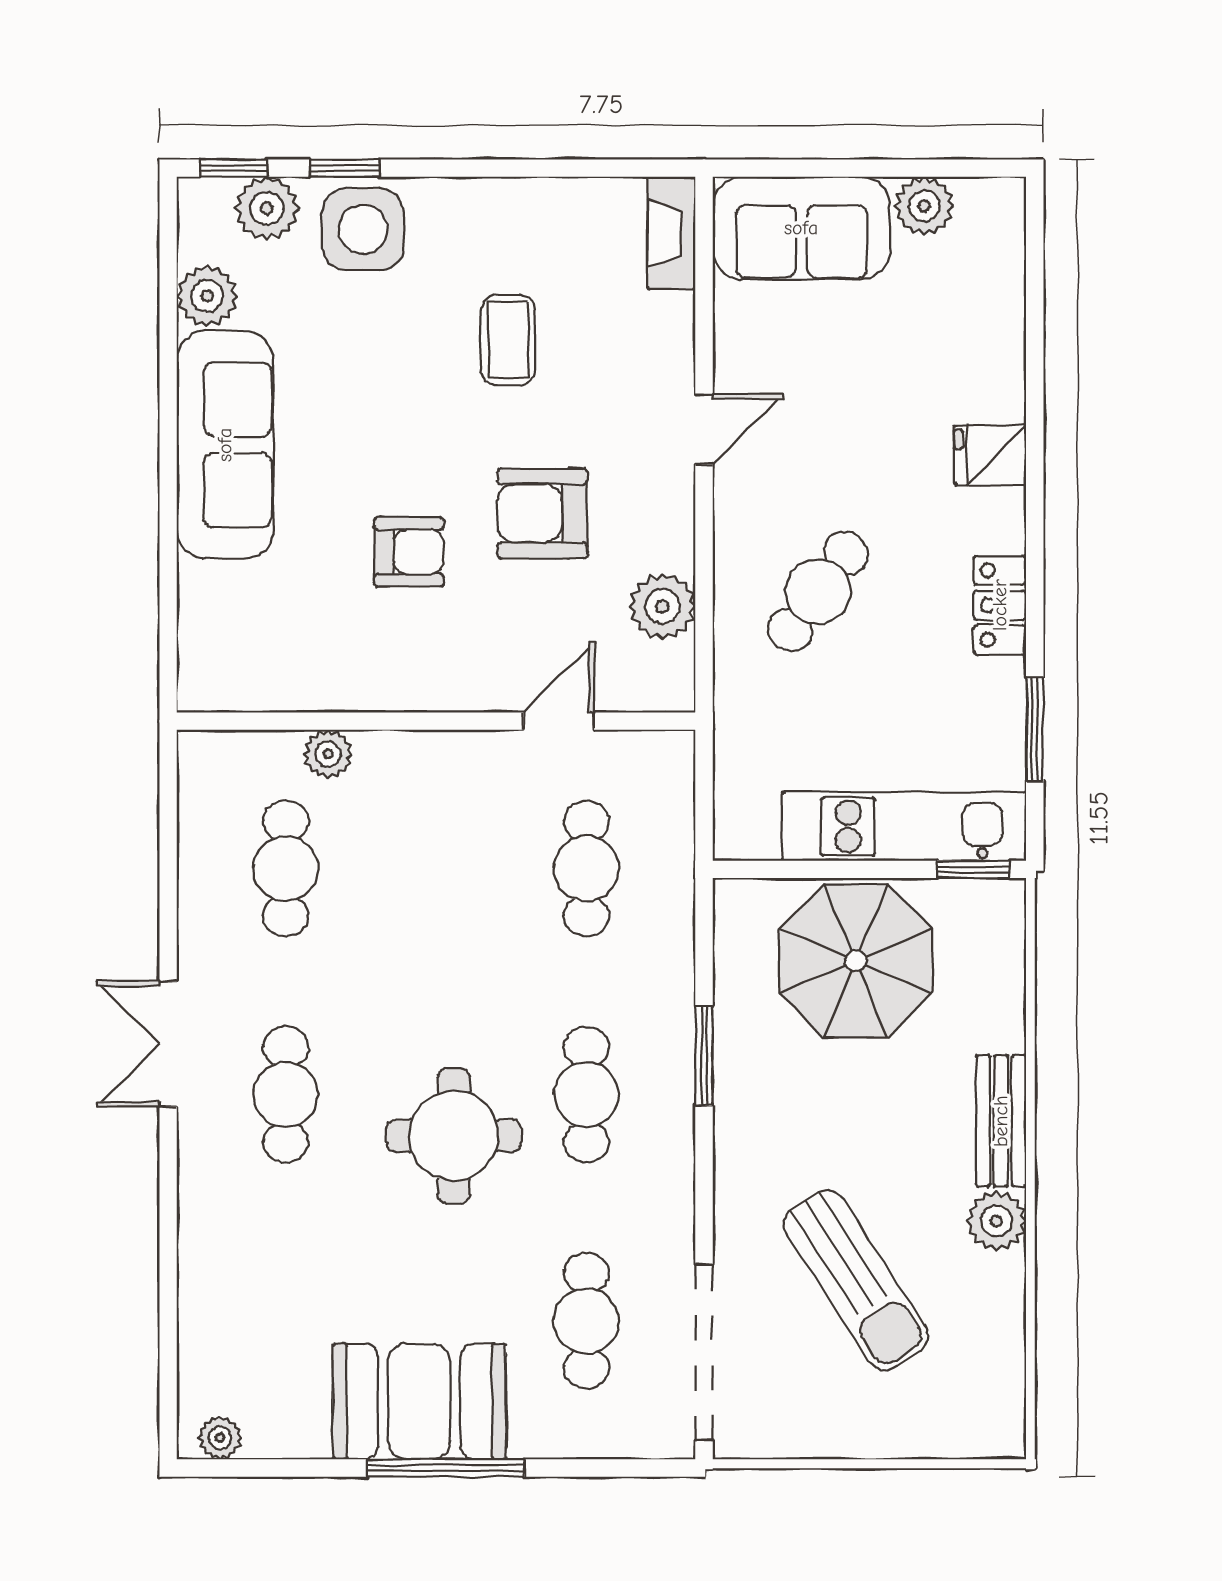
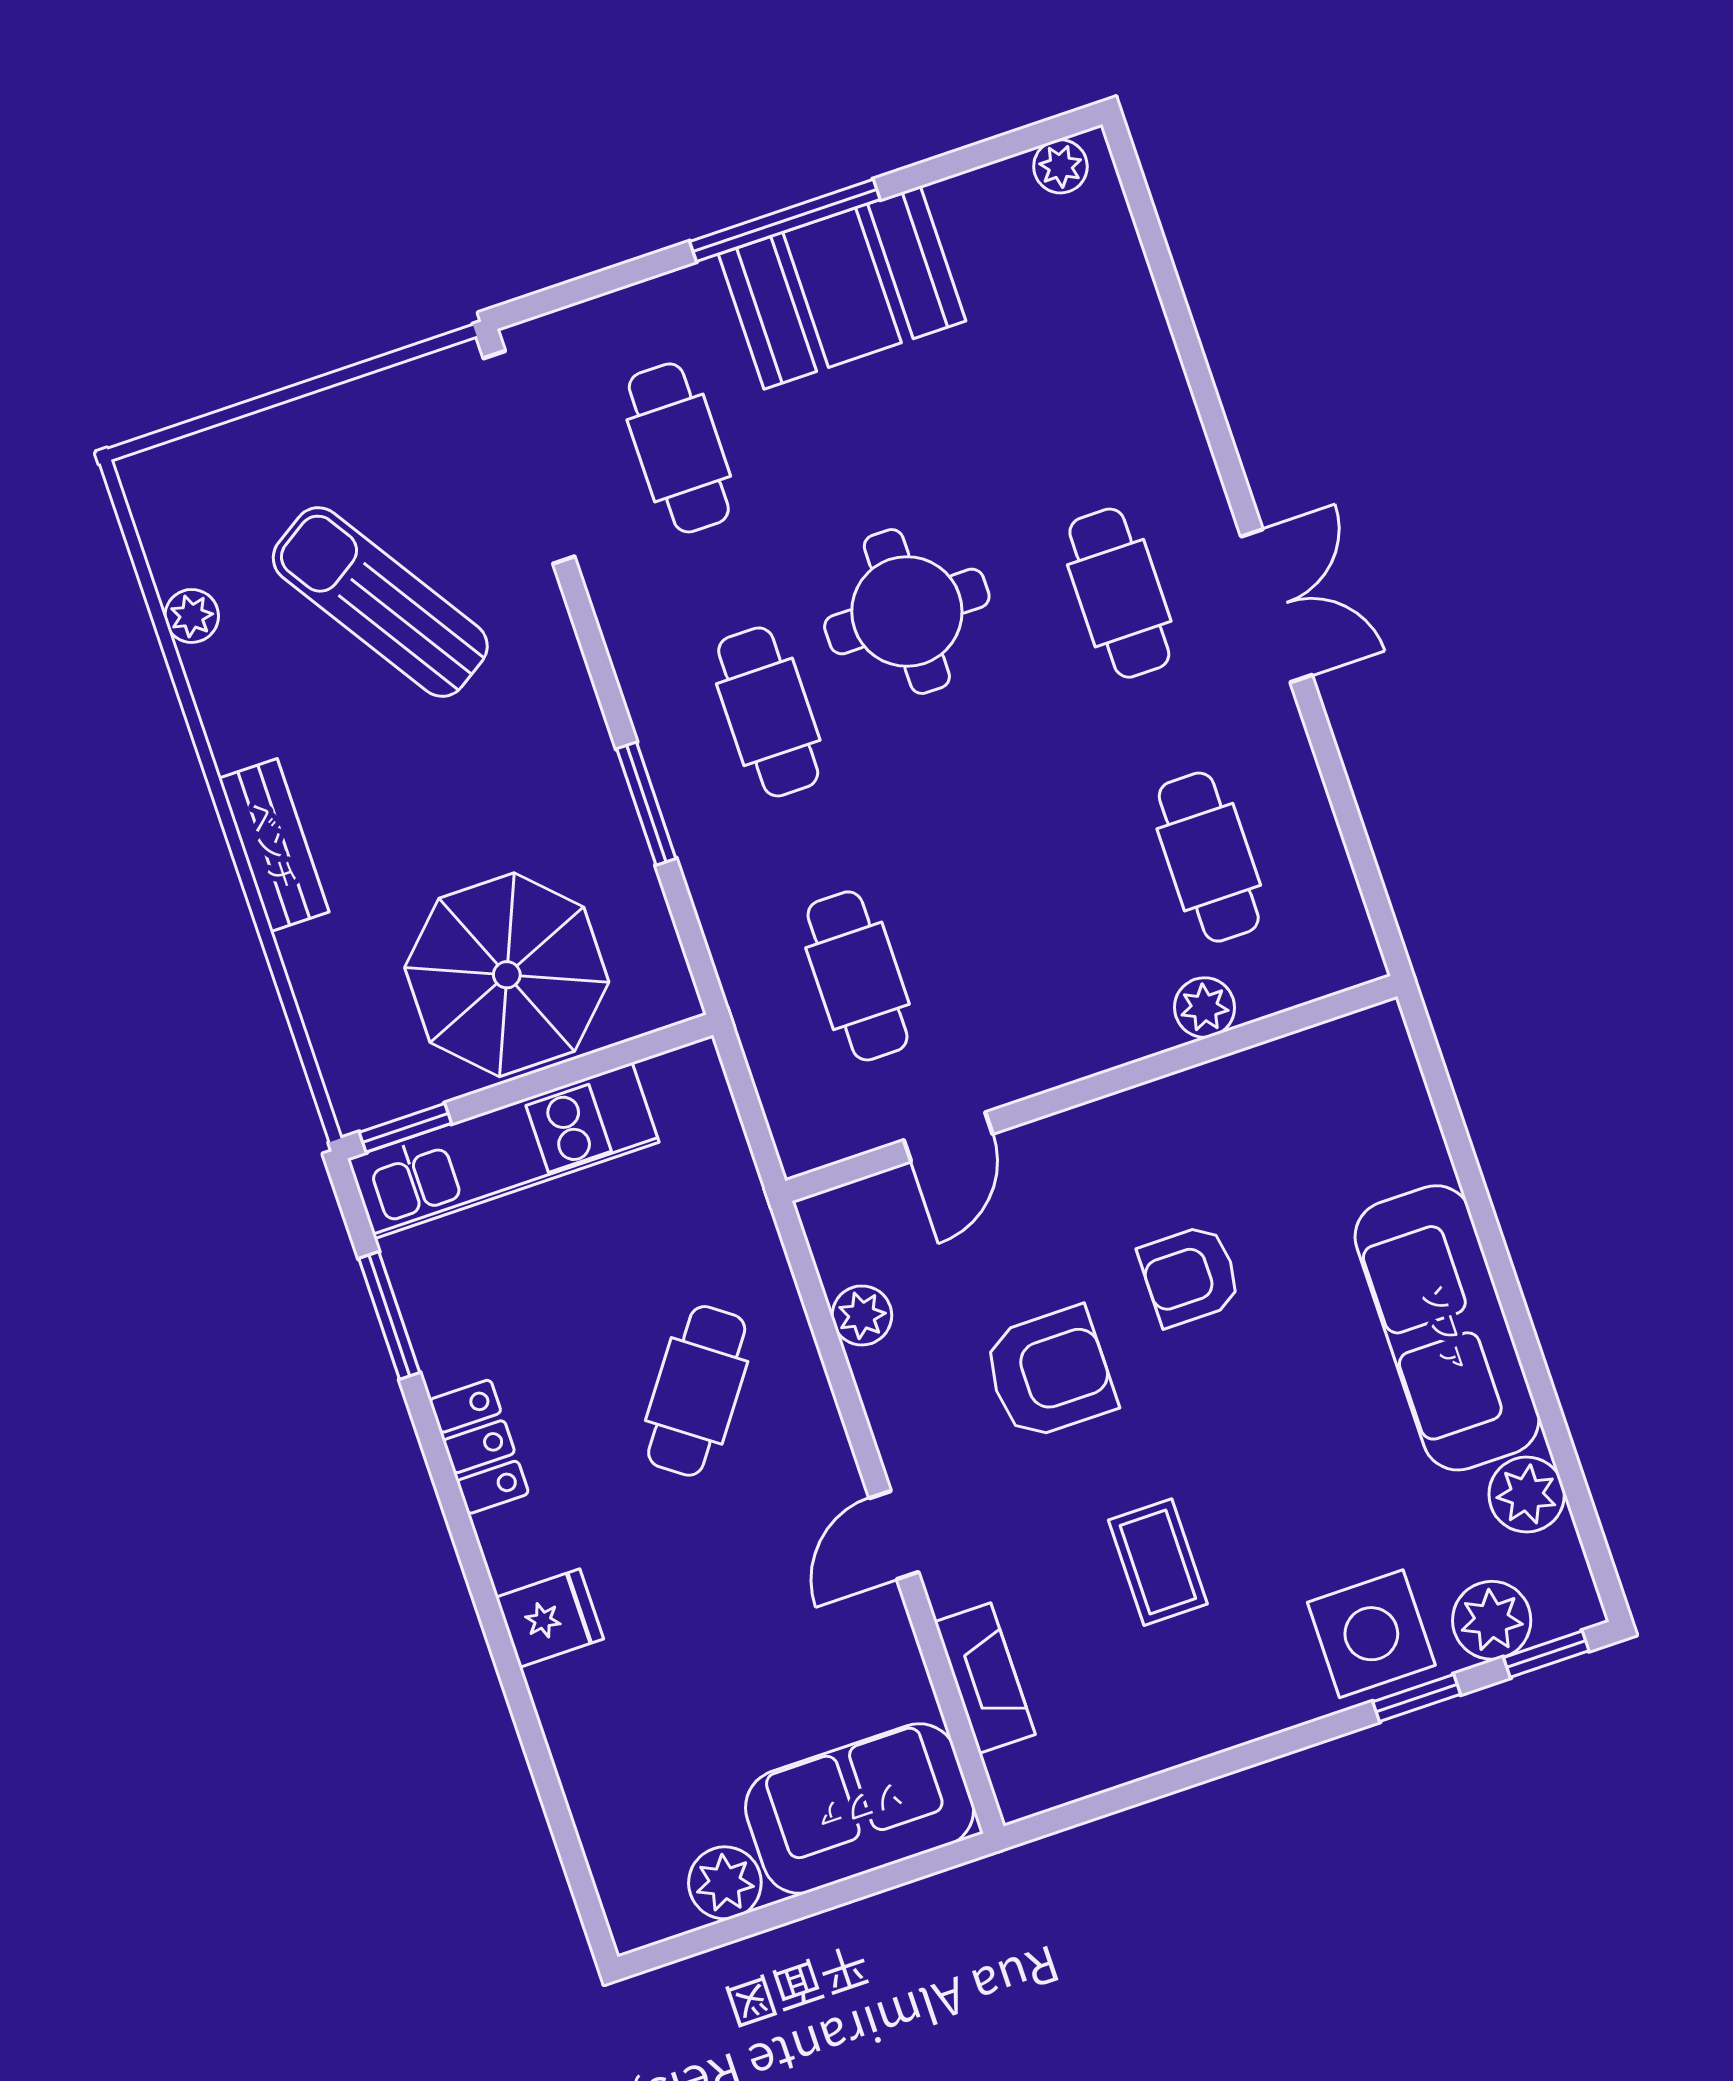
fireplace: (671, 233) -> (985, 1678), moved
plant: (662, 606) -> (862, 1315), width x0.73, depth x0.73
plant: (996, 1221) -> (192, 616), moved, width x0.73, depth x0.73

